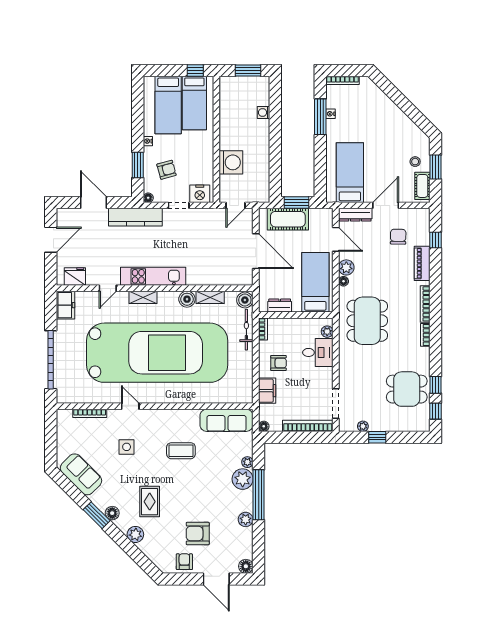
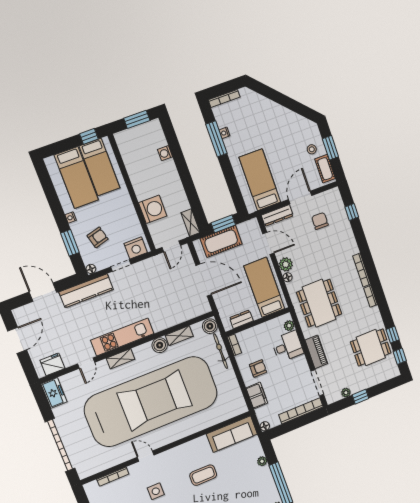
shelving: (264, 189) -> (191, 223), added
piano: (422, 263) -> (316, 352), moved, turned 180
plant: (243, 479) -> (263, 477), removed

